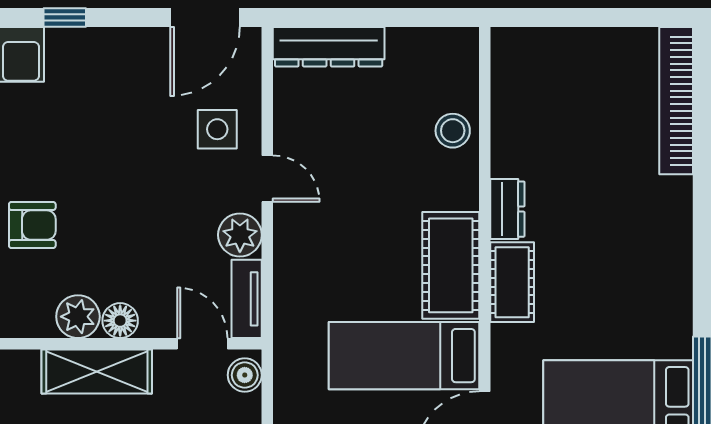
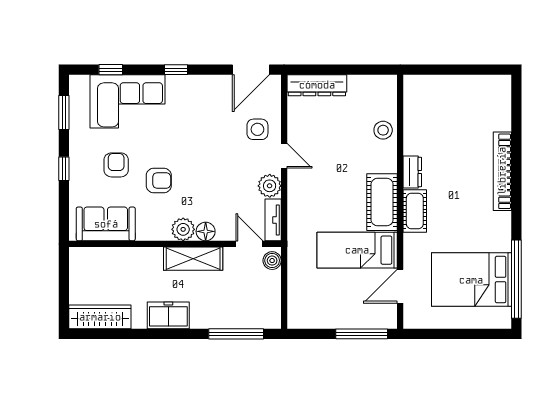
bookcase: (676, 101) -> (502, 171), moved

